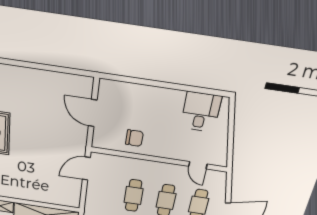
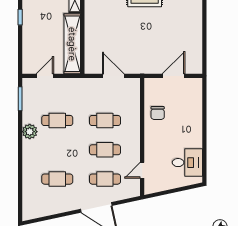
door: (86, 169) -> (113, 76), moved

